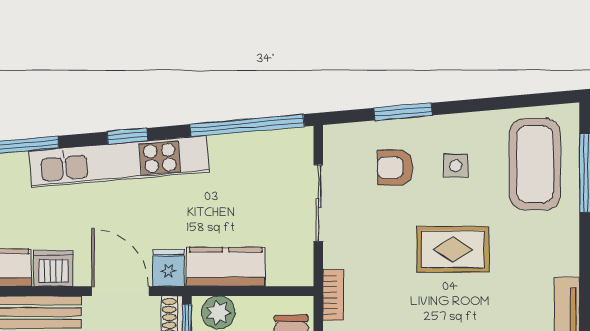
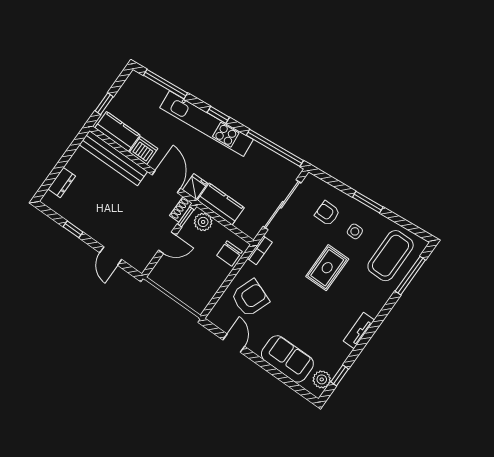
window: (403, 112) -> (368, 202), moved
sliding door: (318, 203) -> (282, 205), width x1.37
rug: (453, 249) -> (327, 268), turned 90

